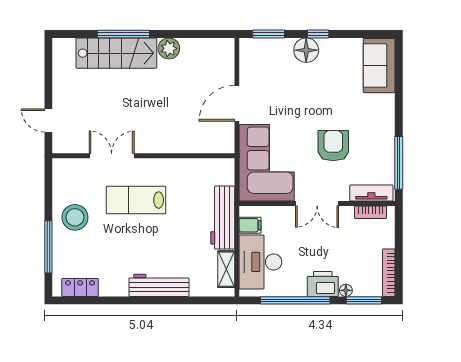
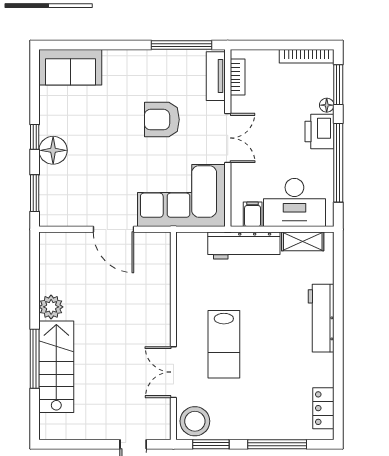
window: (48, 189) -> (211, 444), added
stool: (75, 217) -> (195, 421), moved

